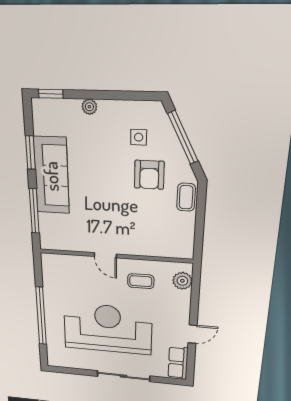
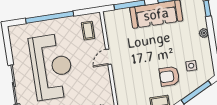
coffee table: (141, 281) -> (88, 31), moved

